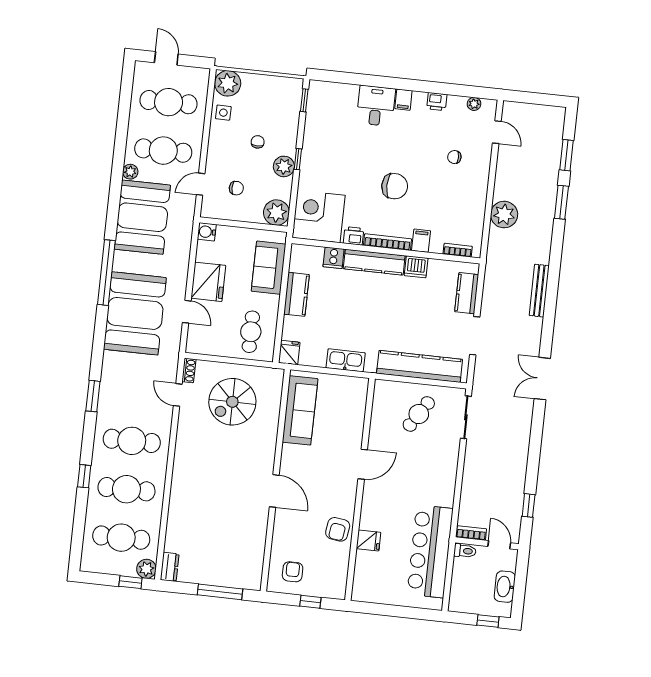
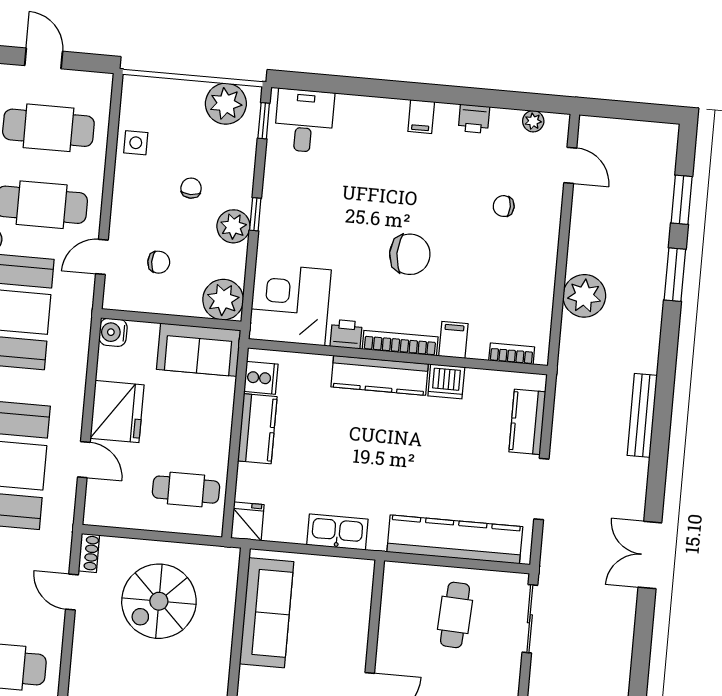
plant: (228, 83) -> (226, 104), moved
desk: (376, 106) -> (304, 121), moved
cooker: (334, 258) -> (261, 378), moved, turned -90
sofa: (269, 268) -> (199, 350), moved, turned -90
cafe table: (251, 332) -> (186, 490), turned 90
cafe table: (419, 414) -> (455, 615), turned -30

